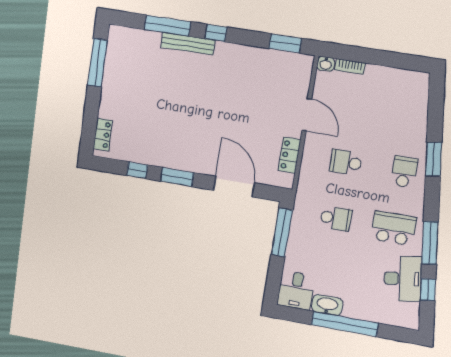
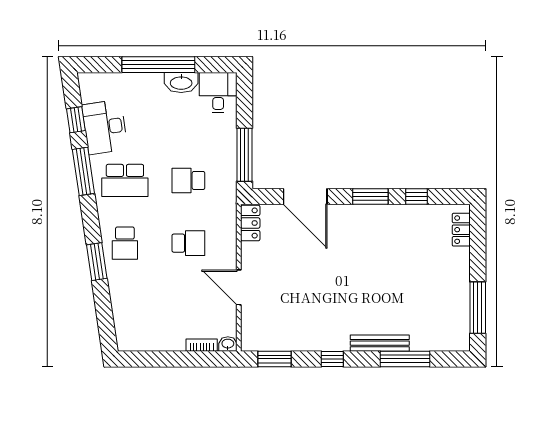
window: (216, 33) -> (332, 359), moved
locker: (289, 155) -> (250, 223), moved

